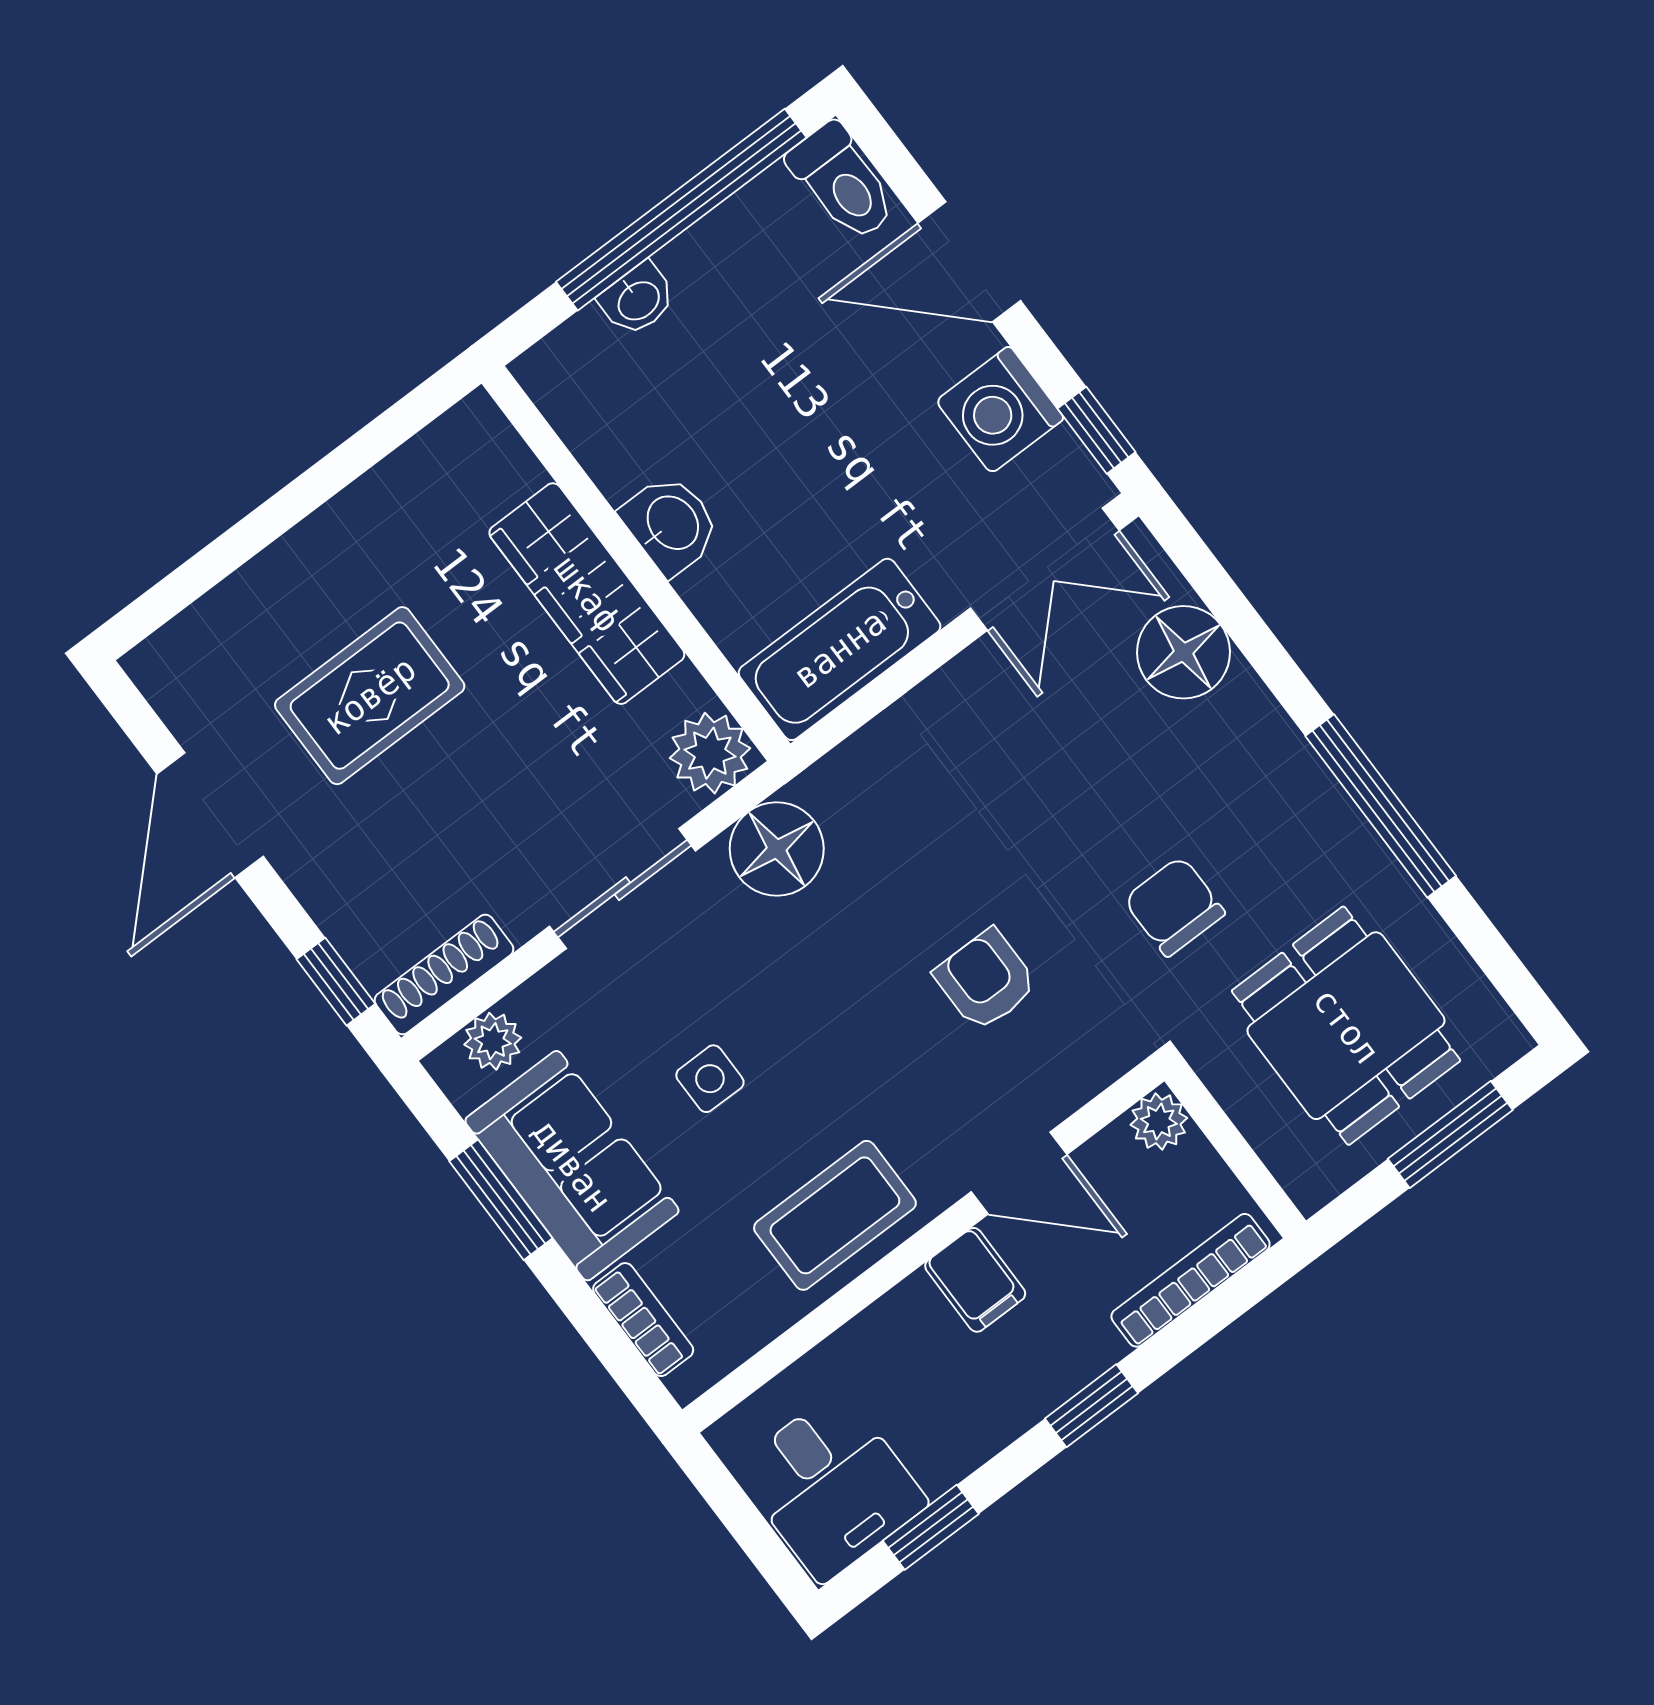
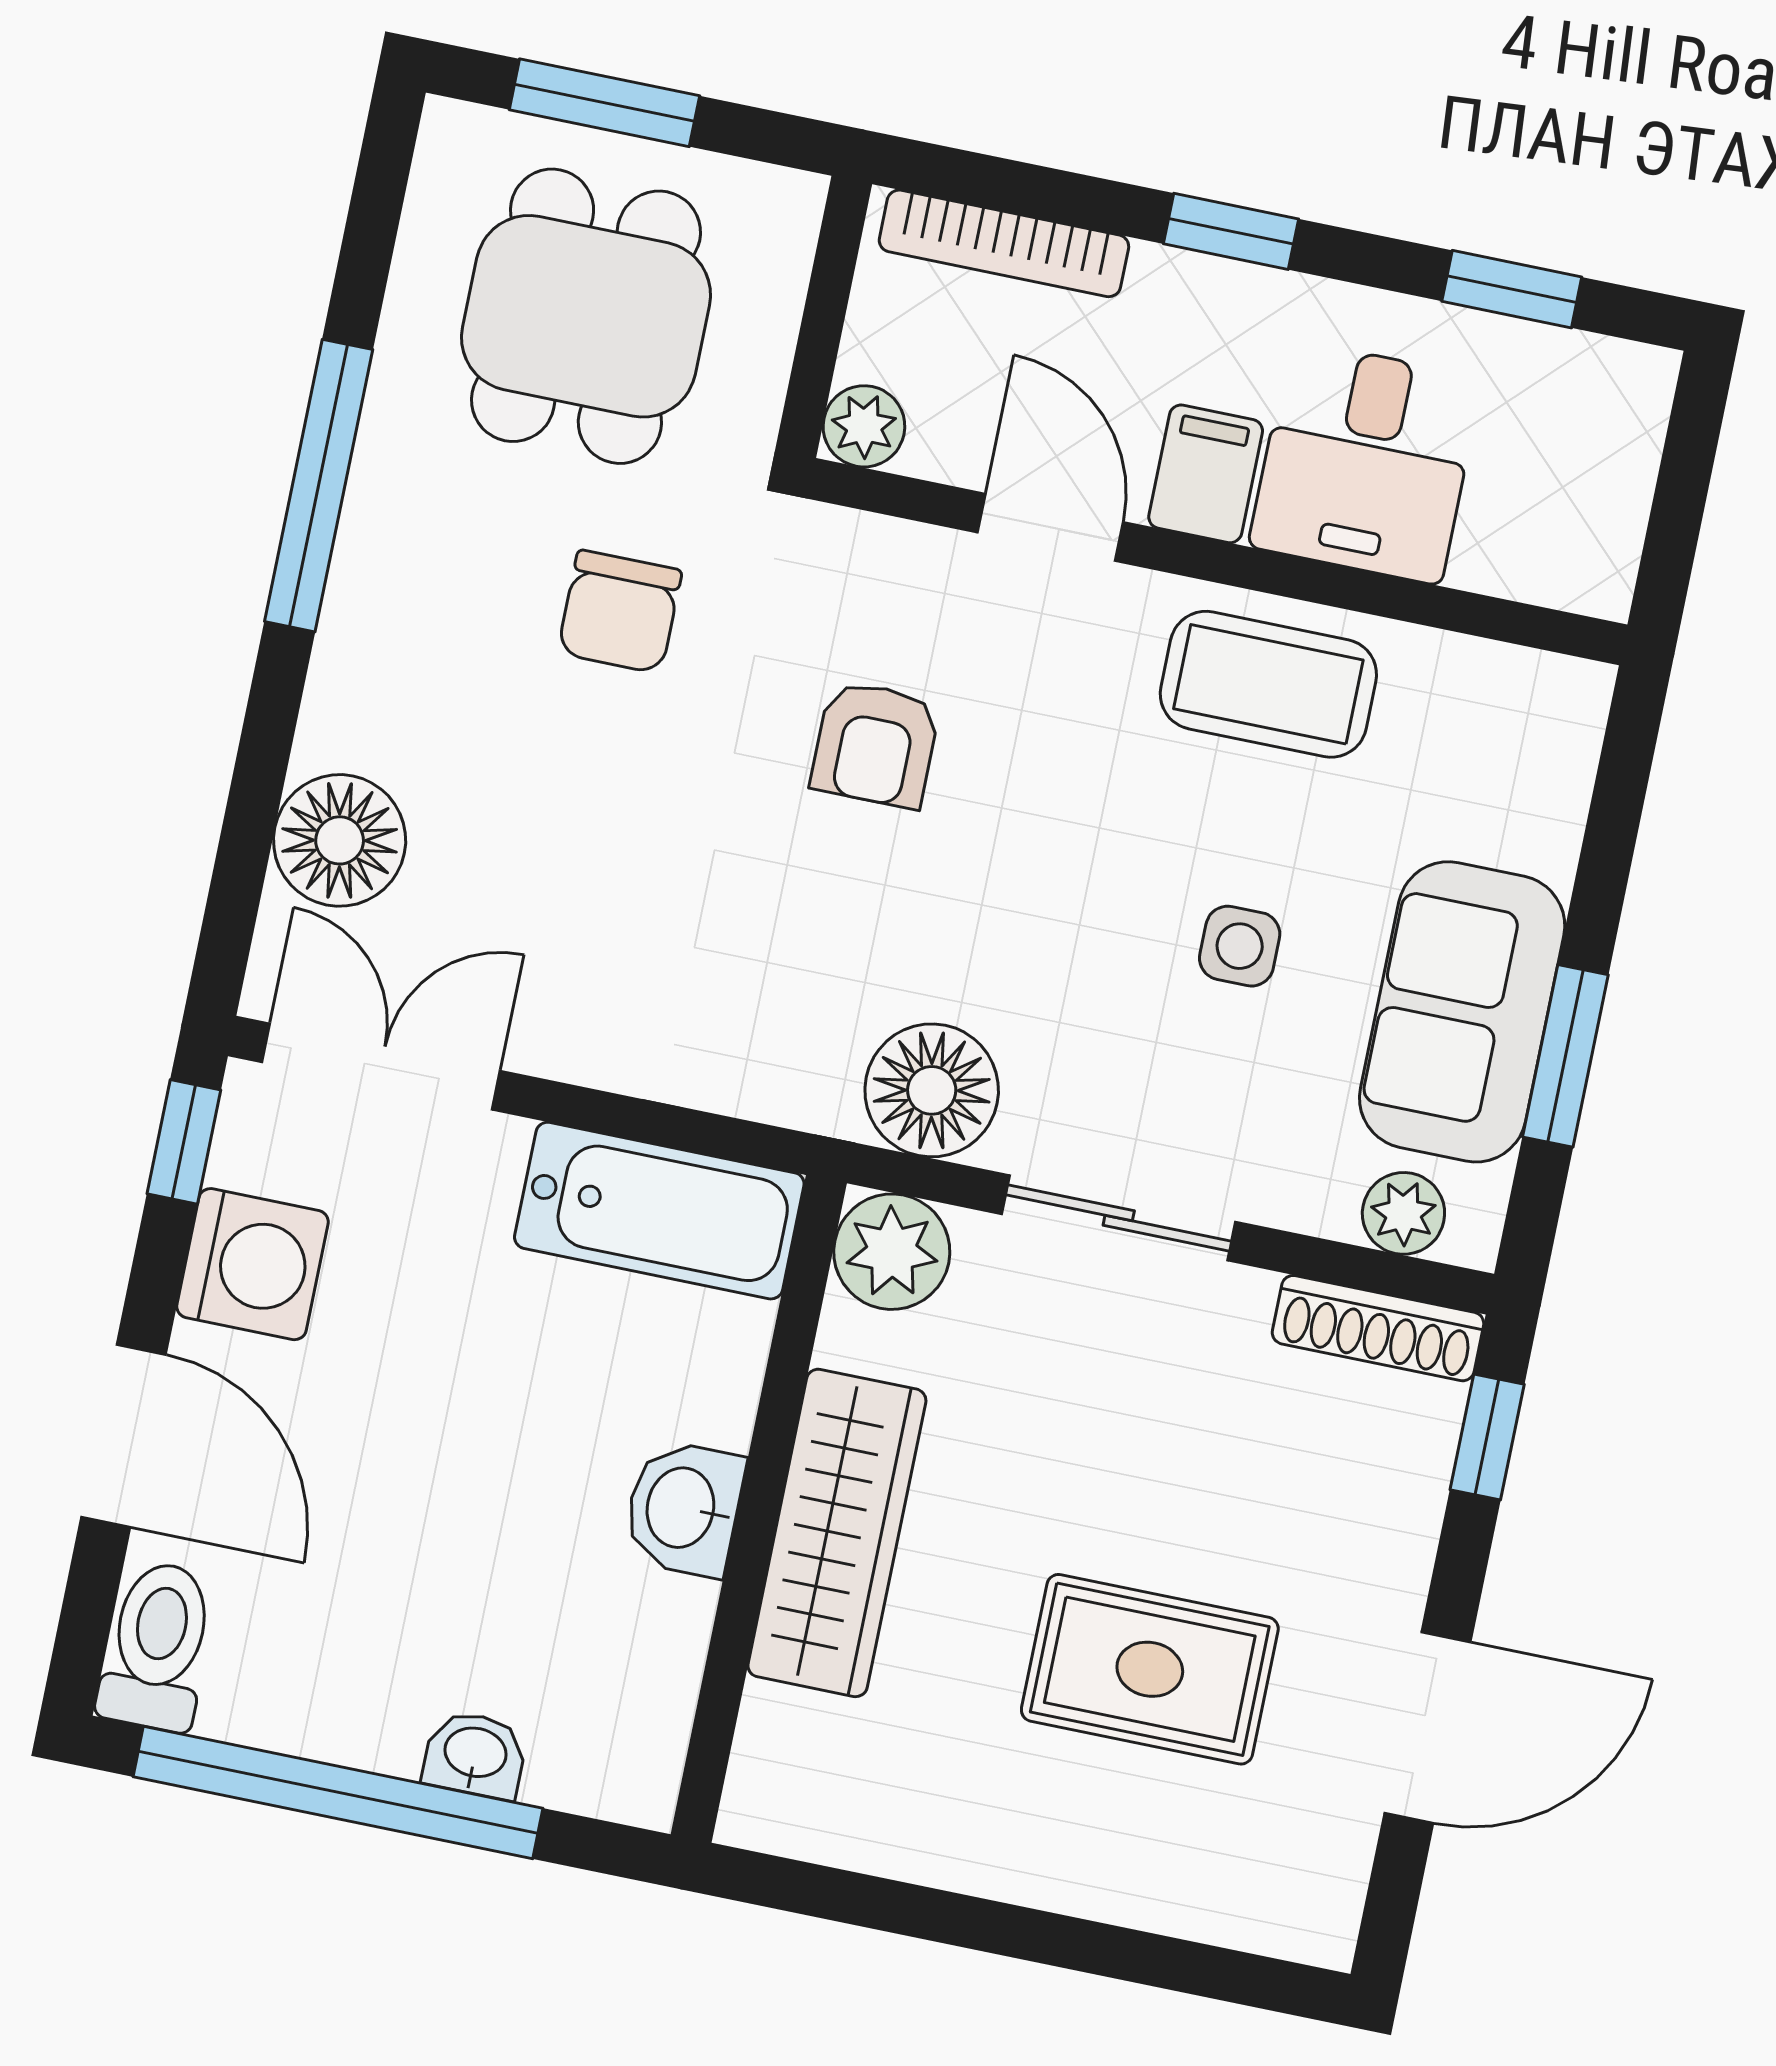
bookcase: (643, 1320) -> (1560, 791), removed
desk: (831, 1486) -> (1366, 462), moved, turned 180

